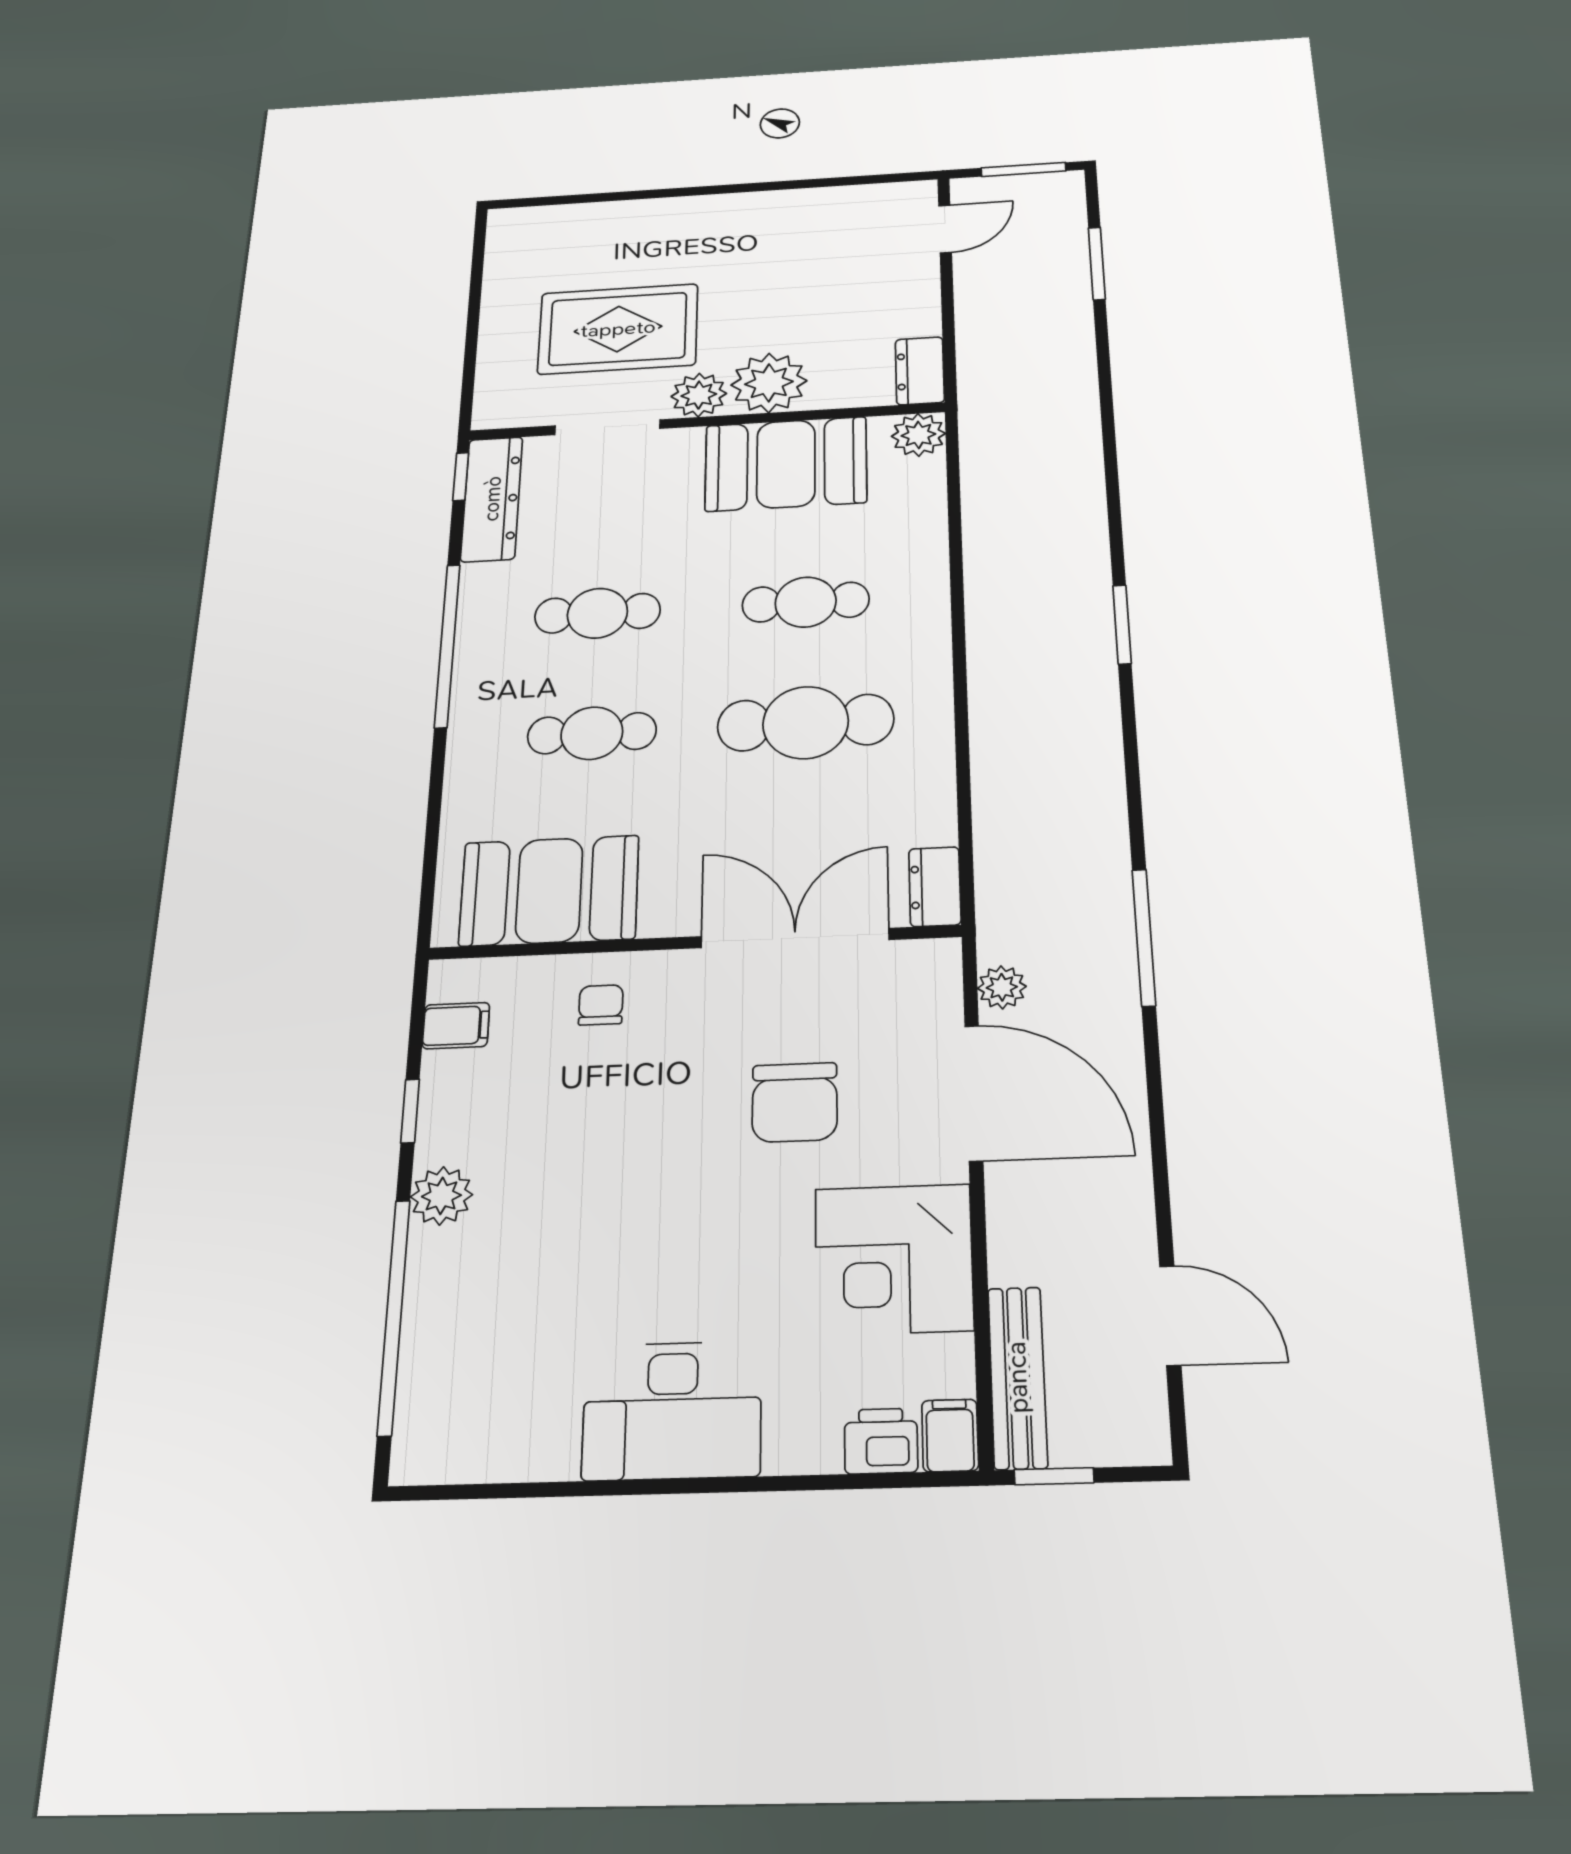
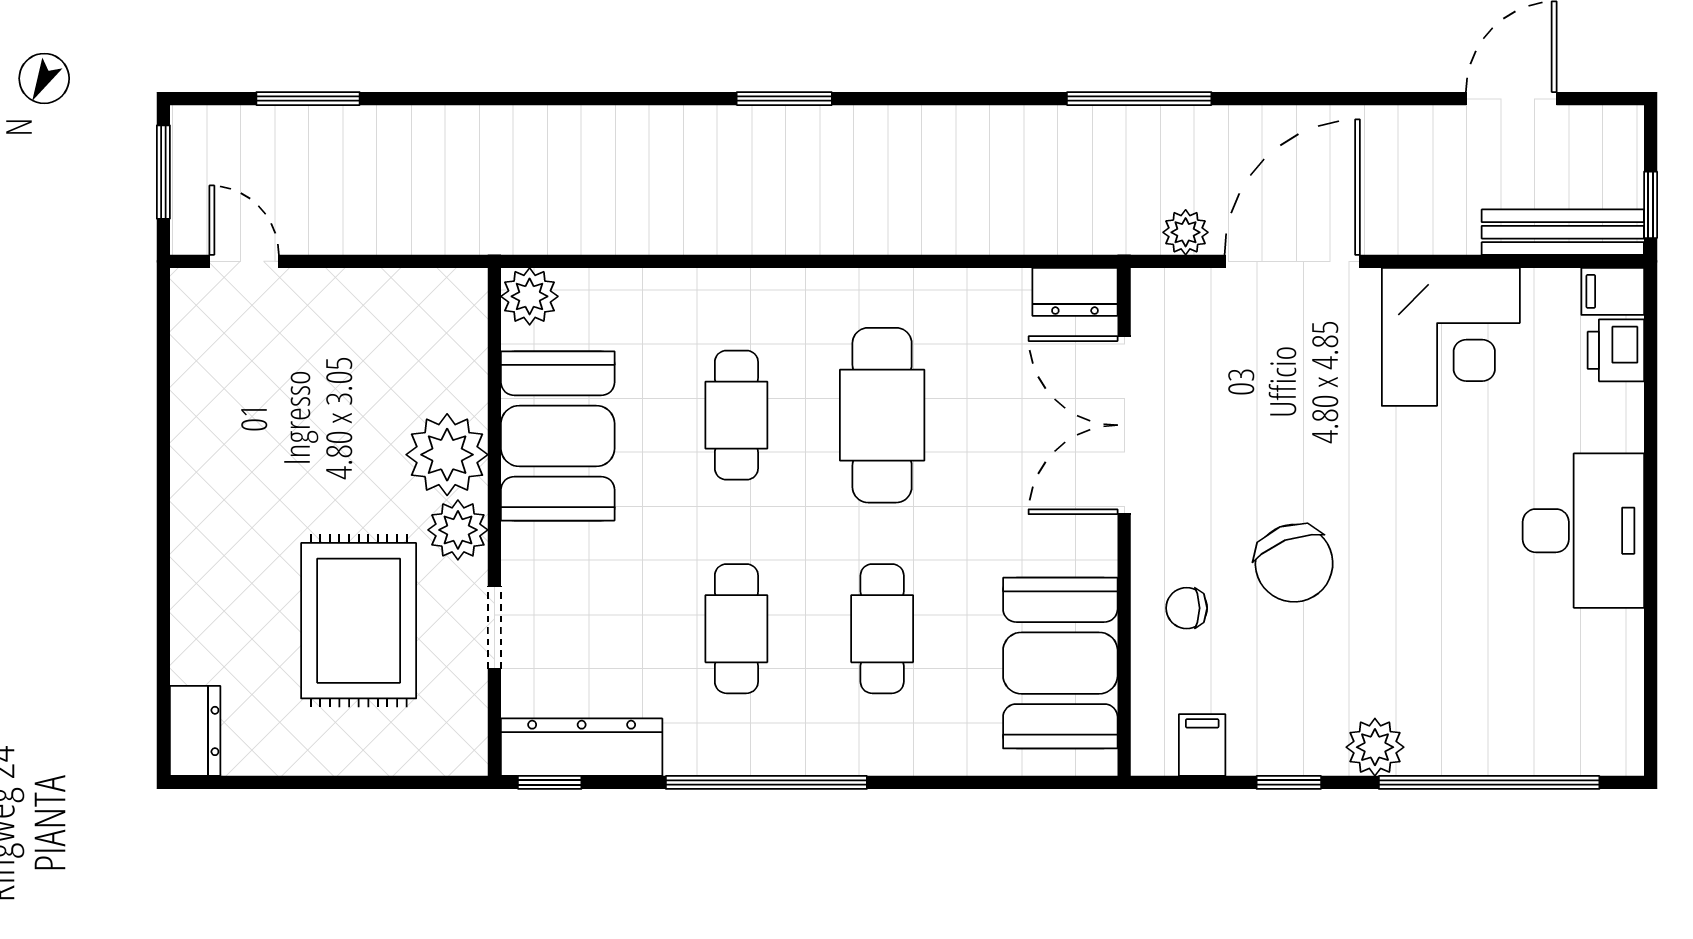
dresser: (920, 371) -> (195, 731), moved, turned -90
doorway: (607, 427) -> (494, 627), width x0.73
chair: (795, 1102) -> (1294, 563), moved, turned 69

